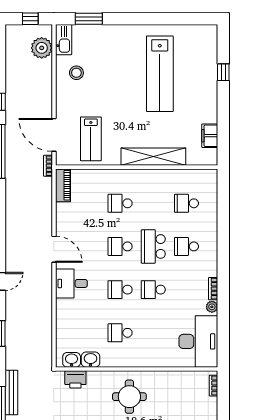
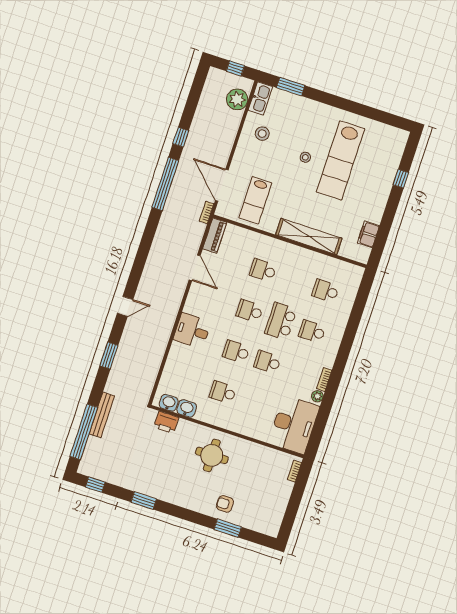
stool: (125, 82) -> (305, 157), added
door: (54, 249) -> (195, 268), moved

